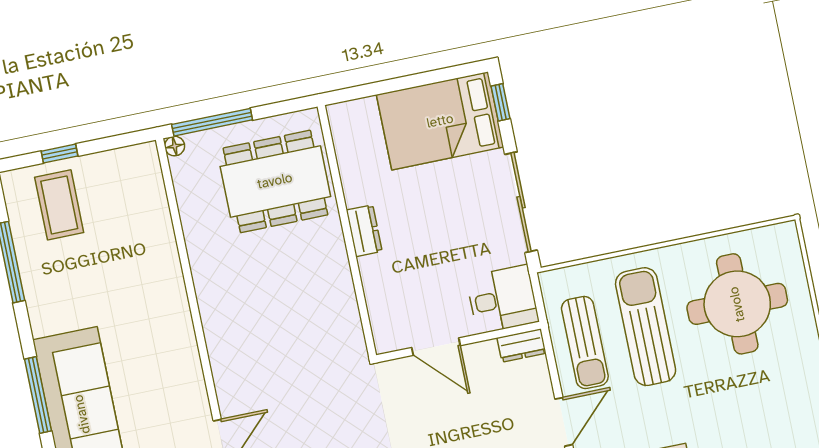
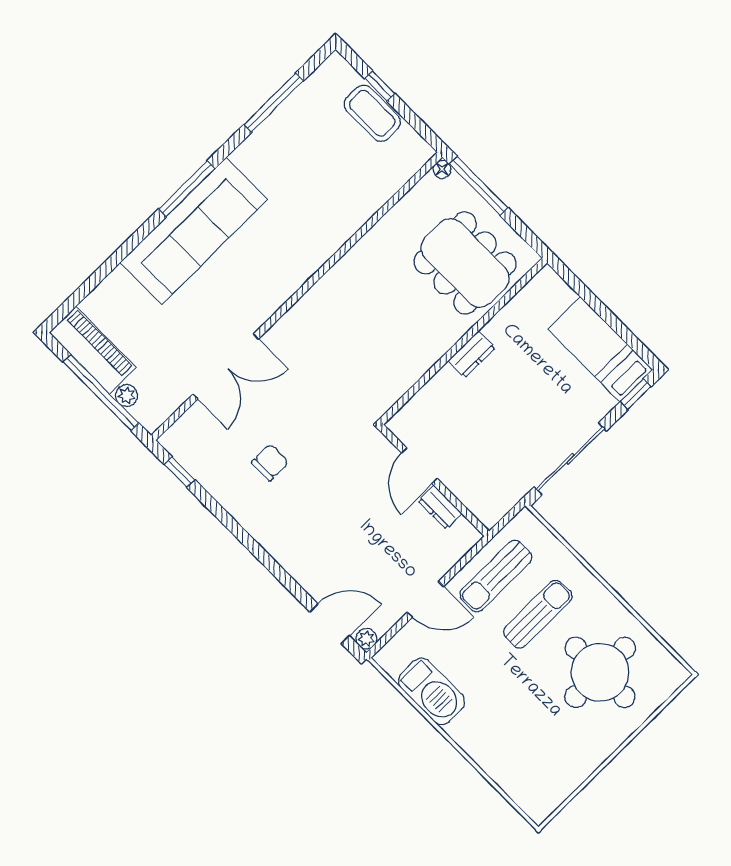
bed: (440, 121) -> (600, 349), width x0.67
coffee table: (59, 205) -> (372, 113), moved, turned 90
desk: (502, 299) -> (488, 493), removed
sun lounger: (646, 327) -> (538, 614), width x0.73, depth x0.75
dresser: (522, 346) -> (440, 507), moved

